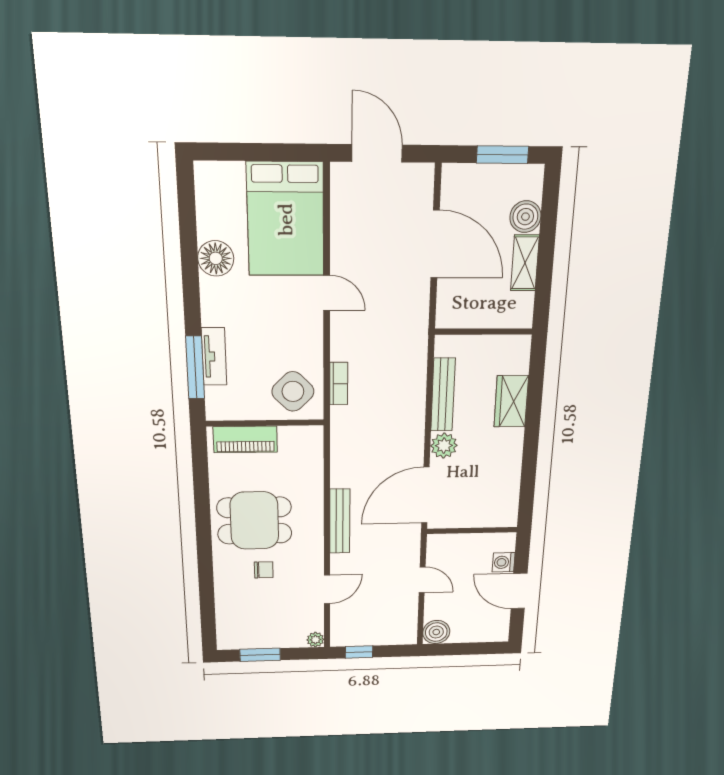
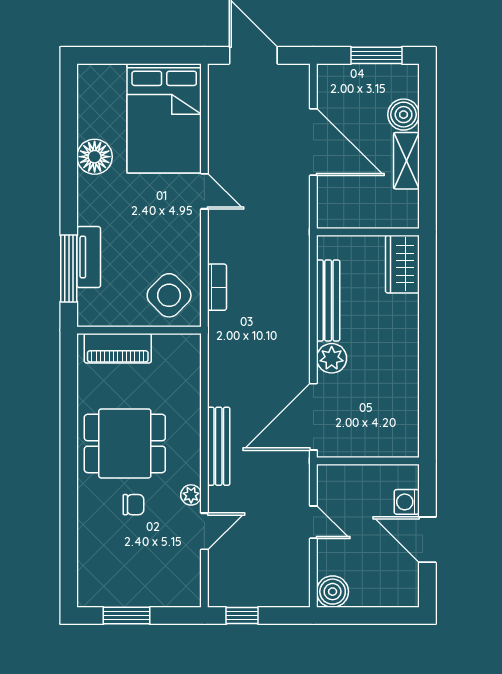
wardrobe: (511, 401) -> (402, 264), moved
plant: (315, 640) -> (191, 495), moved

